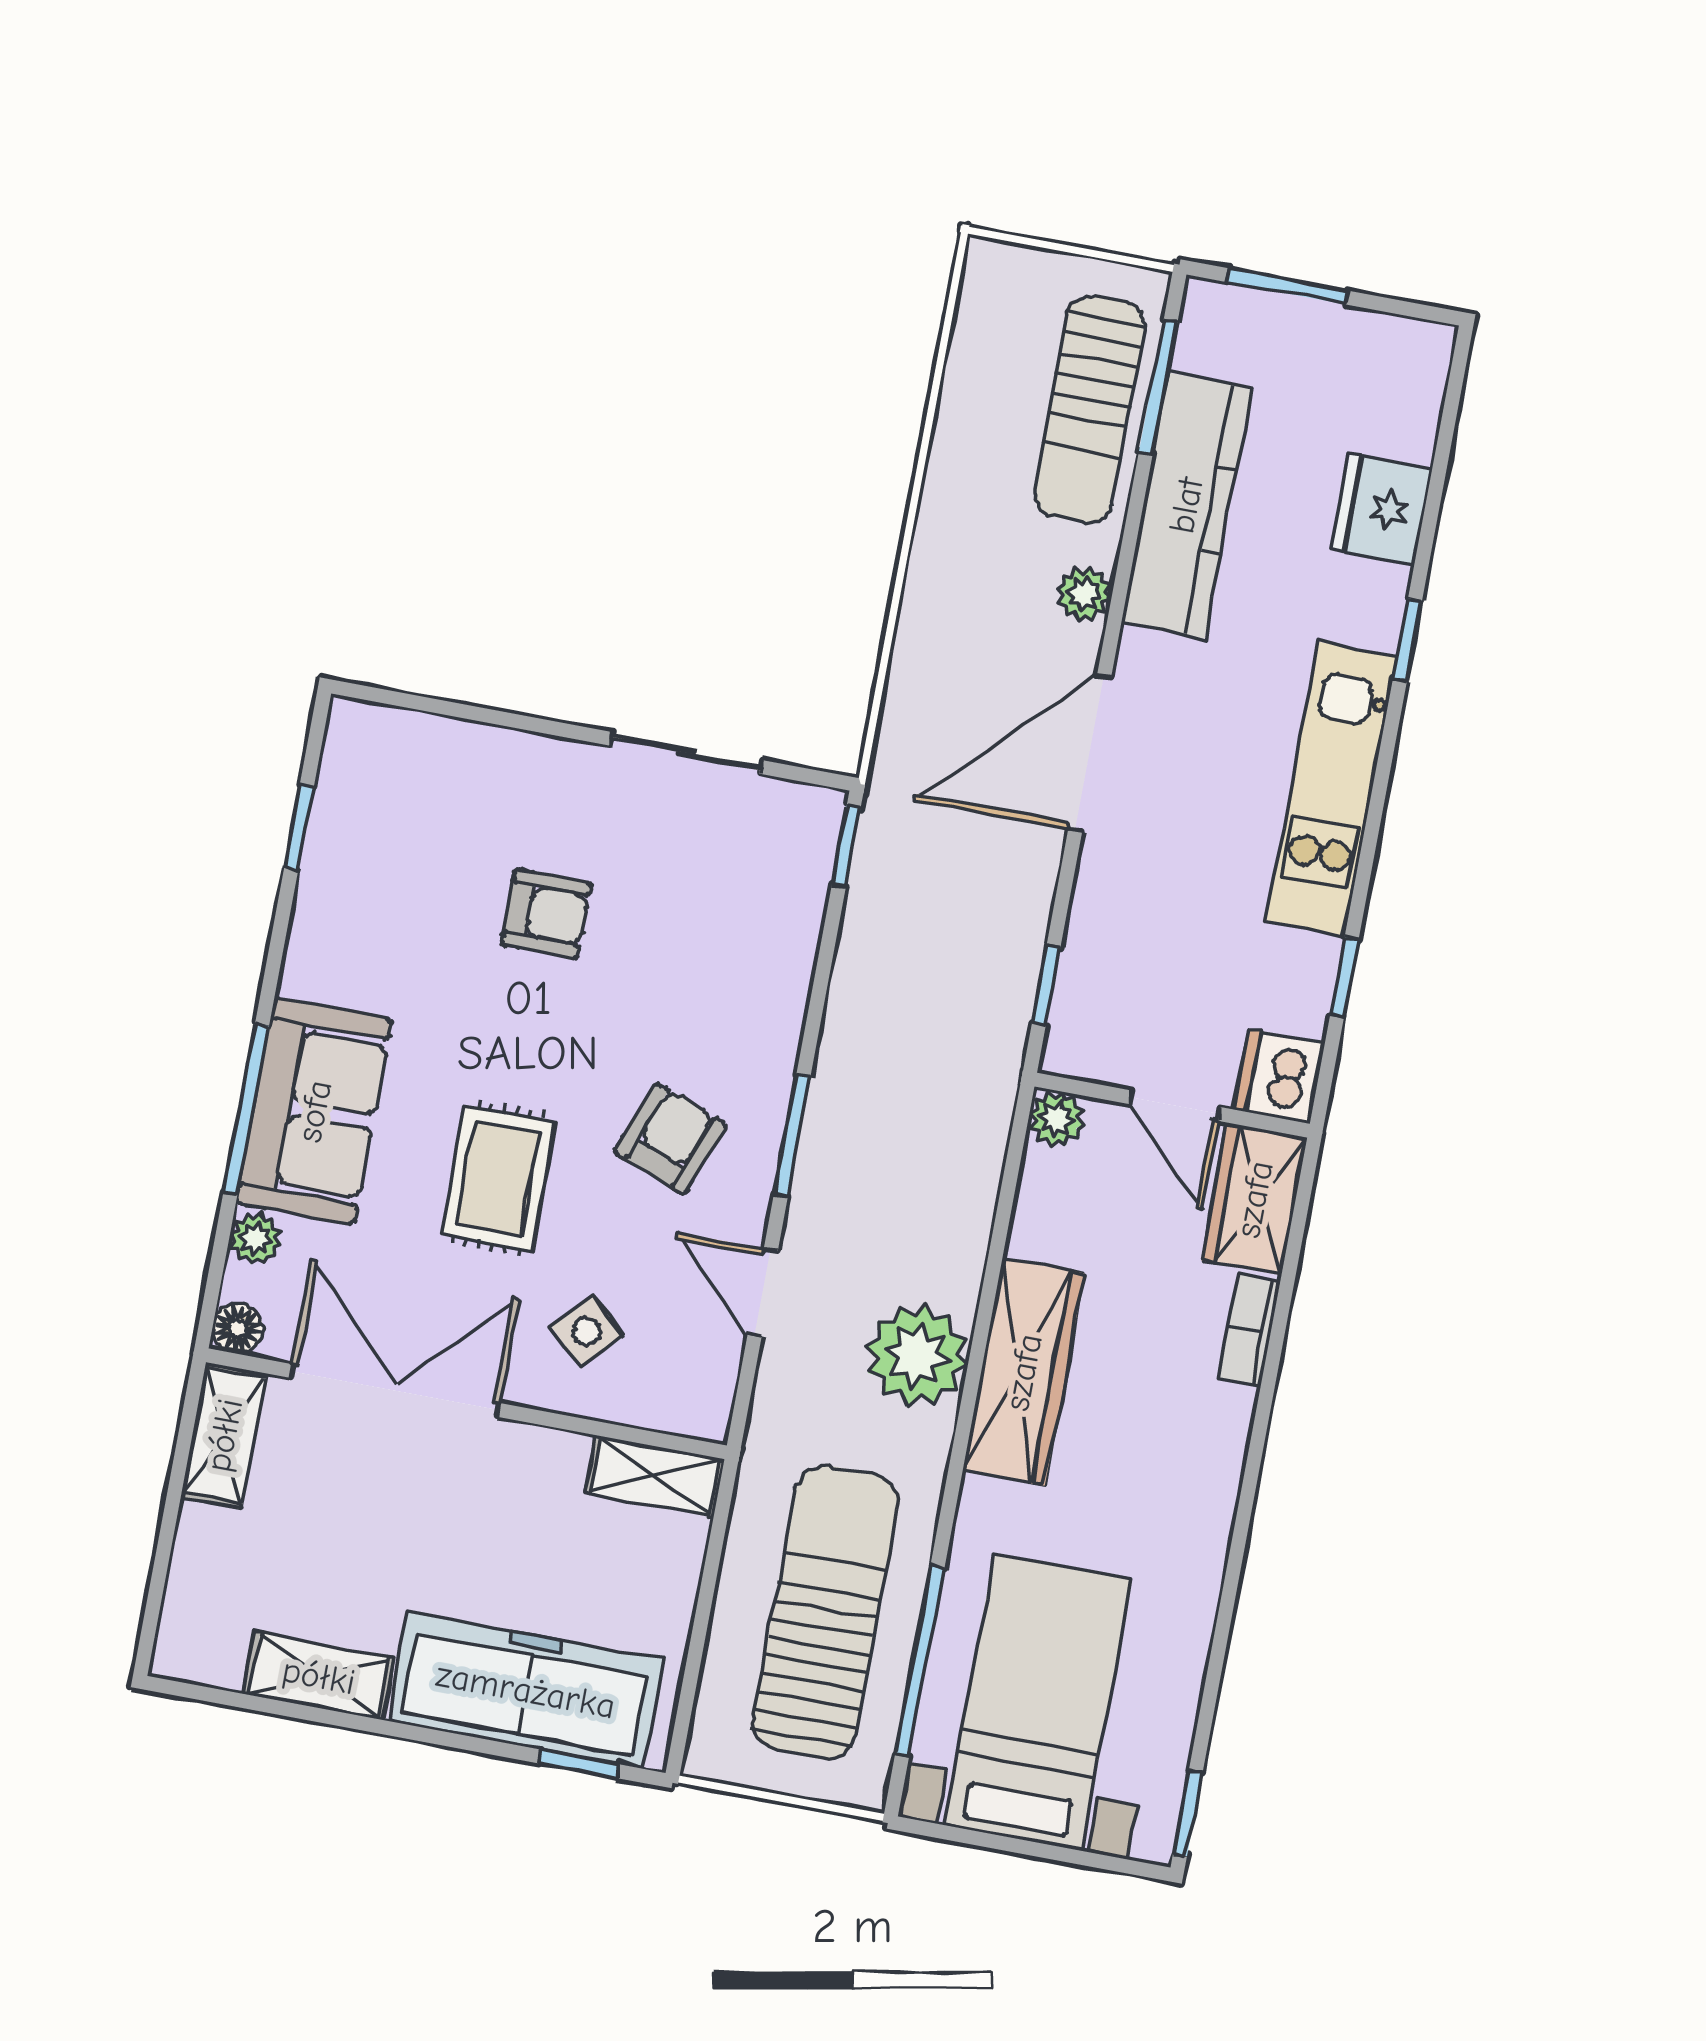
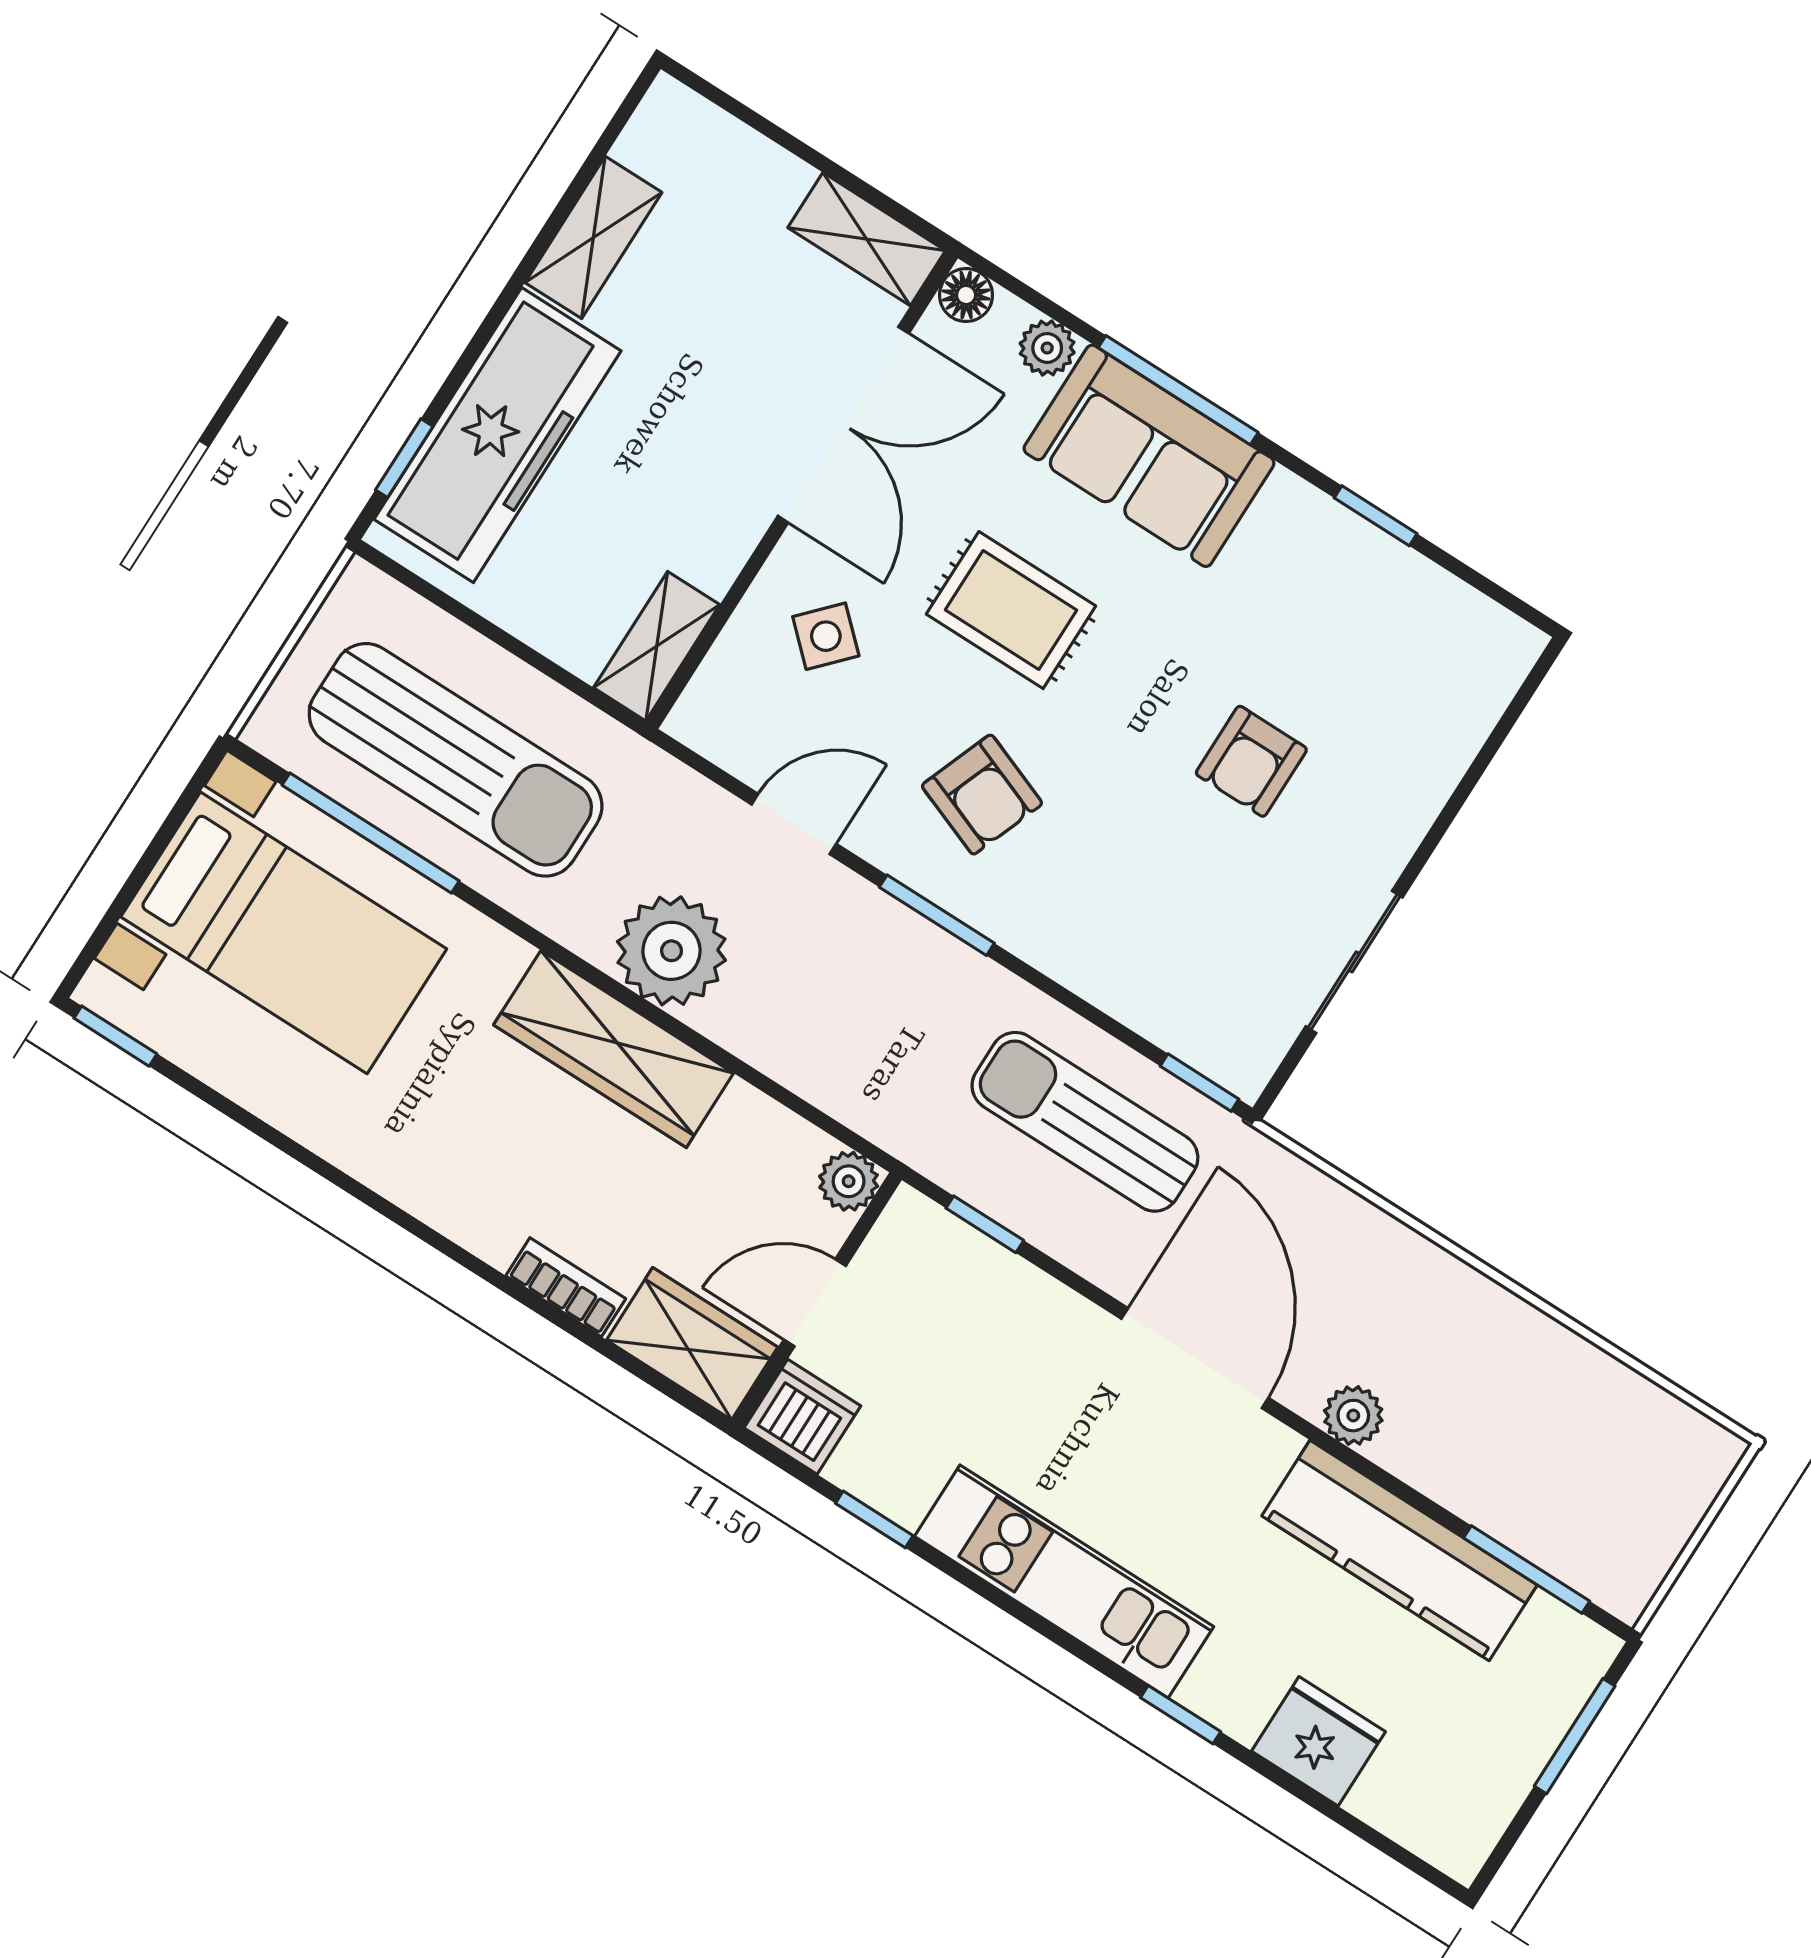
sun lounger: (1090, 409) -> (1085, 1122), moved
window: (299, 827) -> (1376, 516), moved

